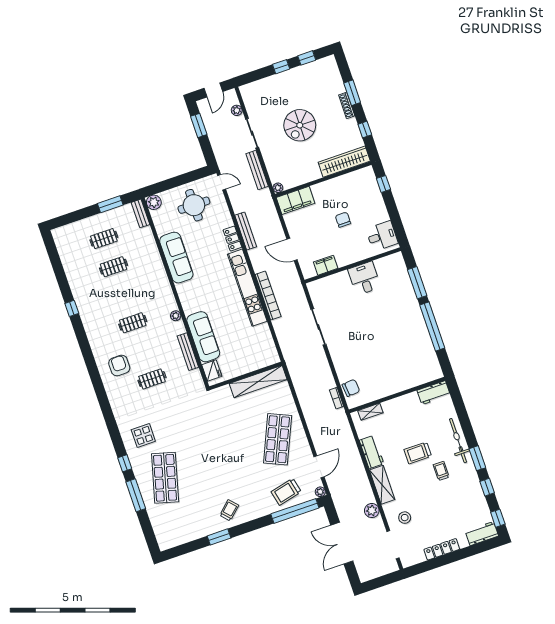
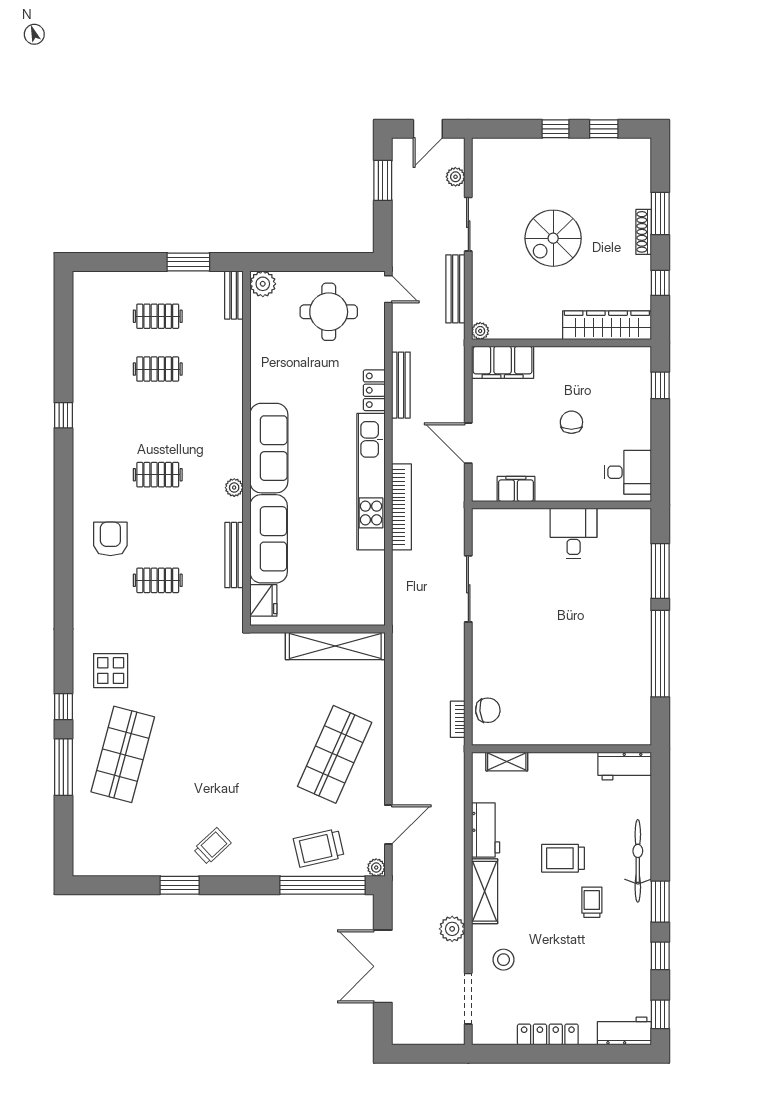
sofa: (176, 258) -> (269, 448), moved

